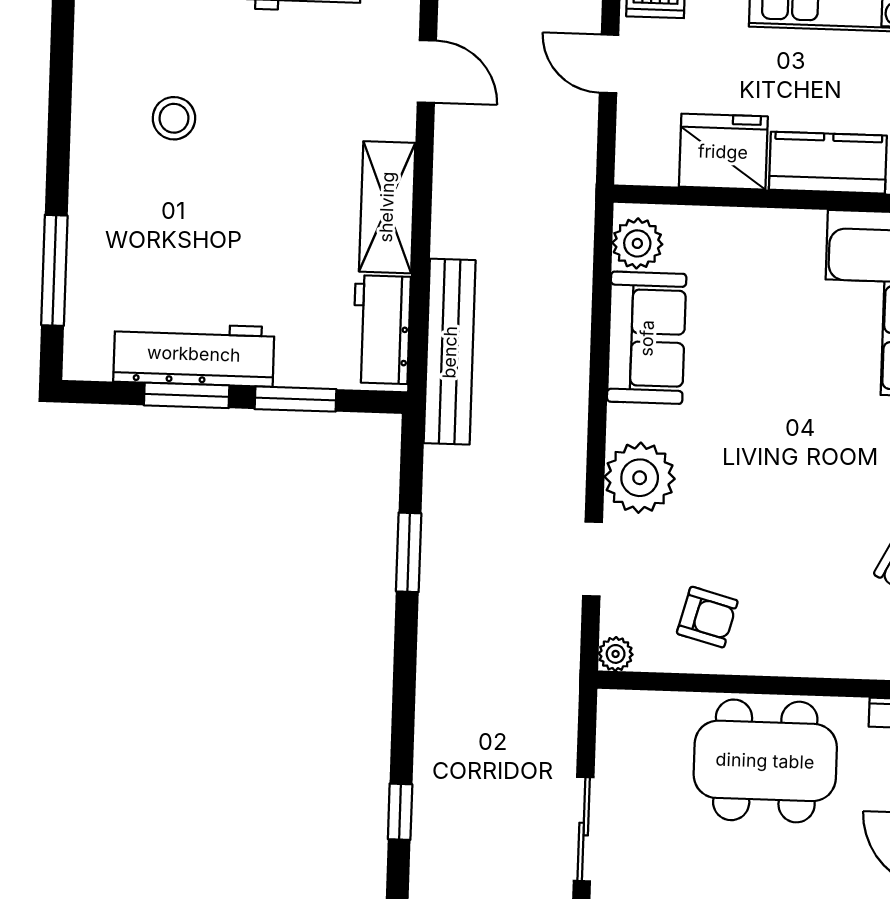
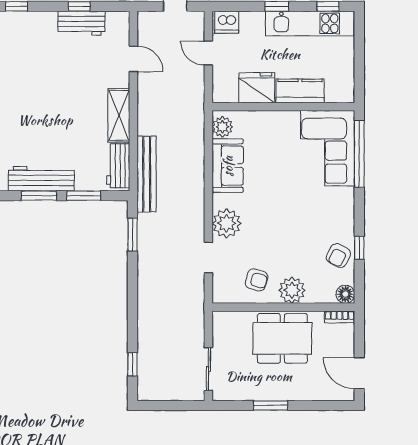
stool: (174, 118) -> (30, 82), removed
window: (409, 552) -> (132, 235), moved
plant: (616, 654) -> (292, 290), moved, width x1.87, depth x1.87

